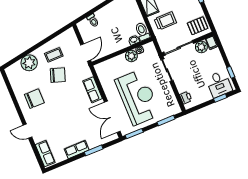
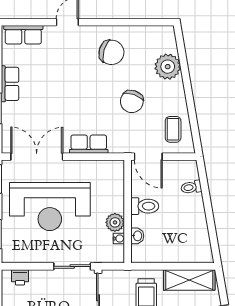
toilet: (142, 31) -> (145, 206), moved
coffee table: (54, 55) -> (173, 129), moved
chair: (34, 99) -> (111, 52), turned -74

